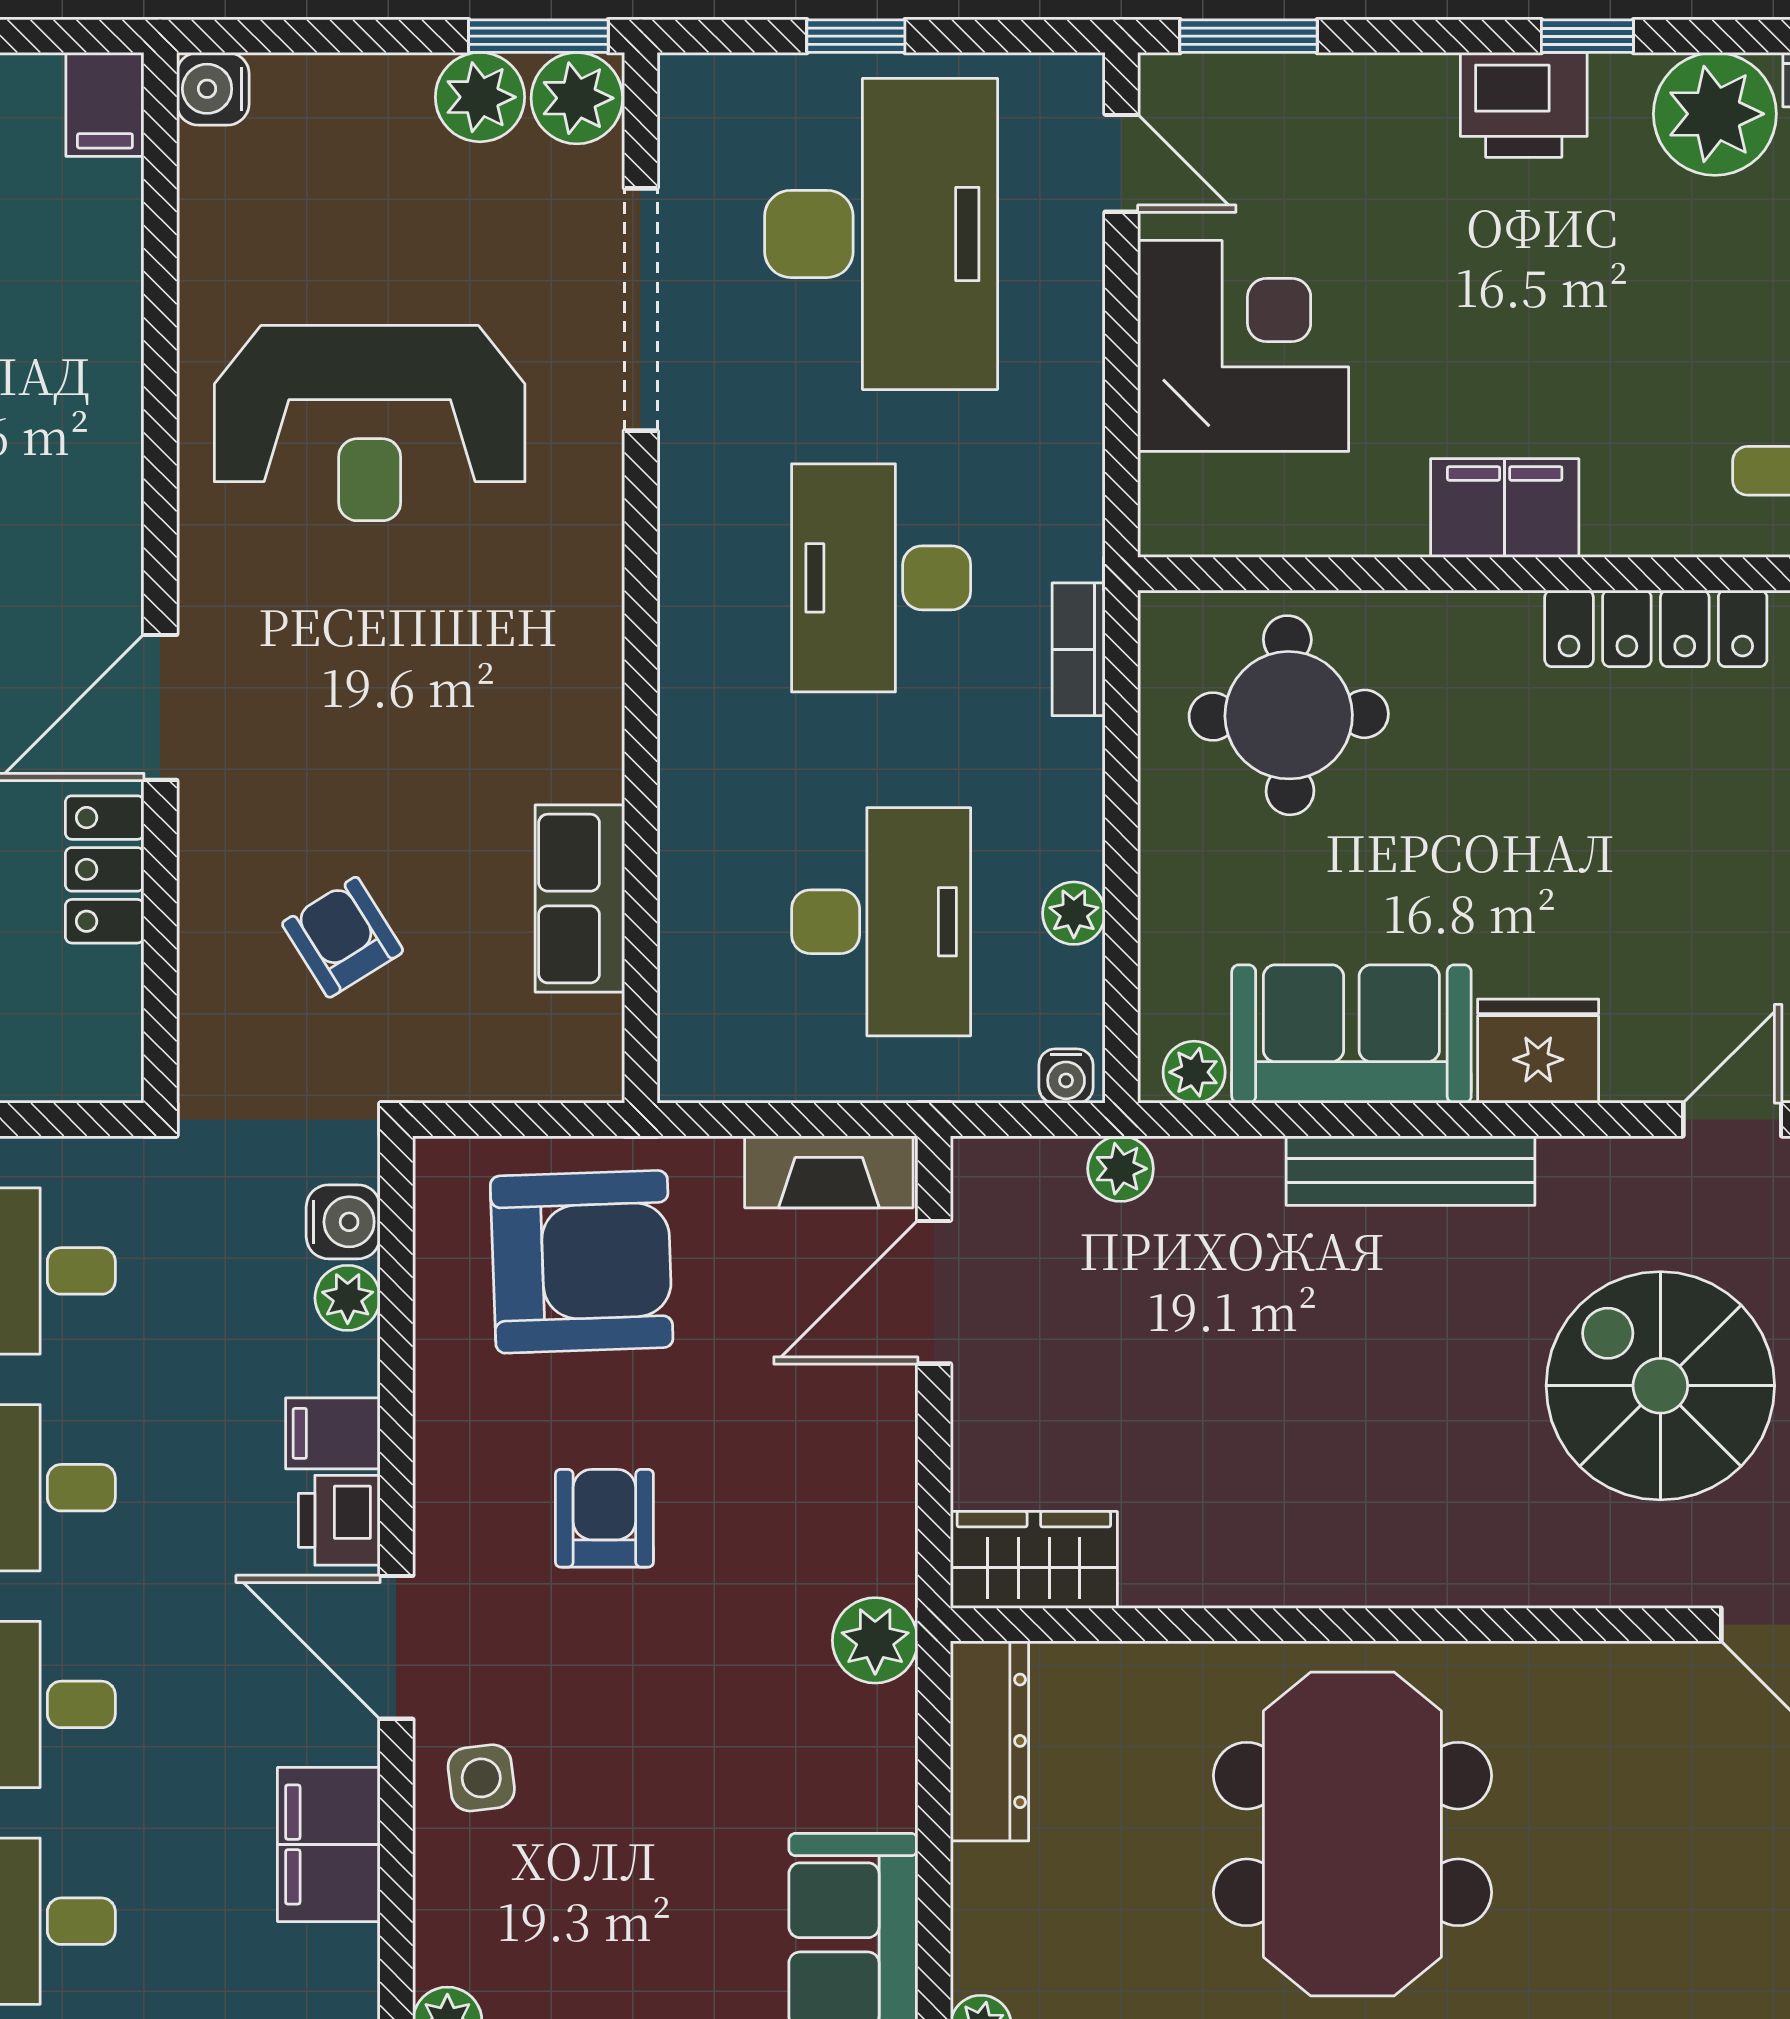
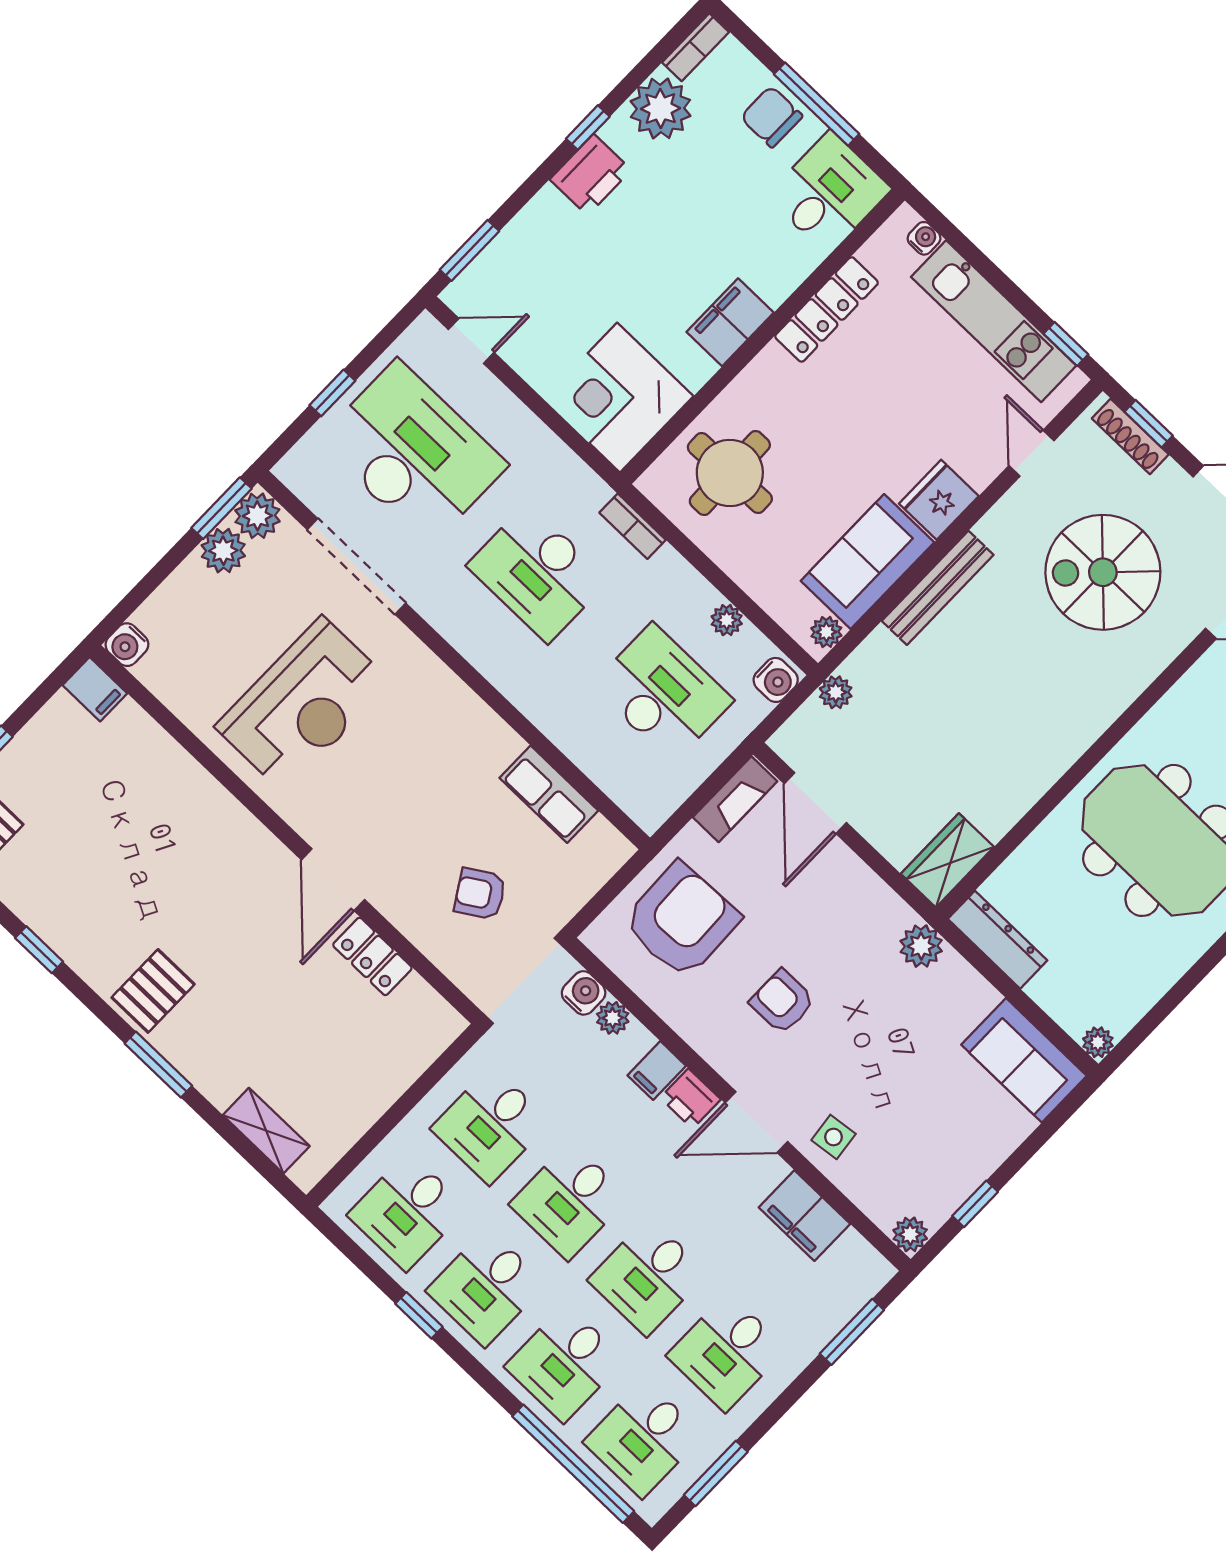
corner desk: (1243, 346) -> (618, 398), moved, turned -90
water cooler: (1066, 1076) -> (776, 680), width x1.38, depth x1.38

